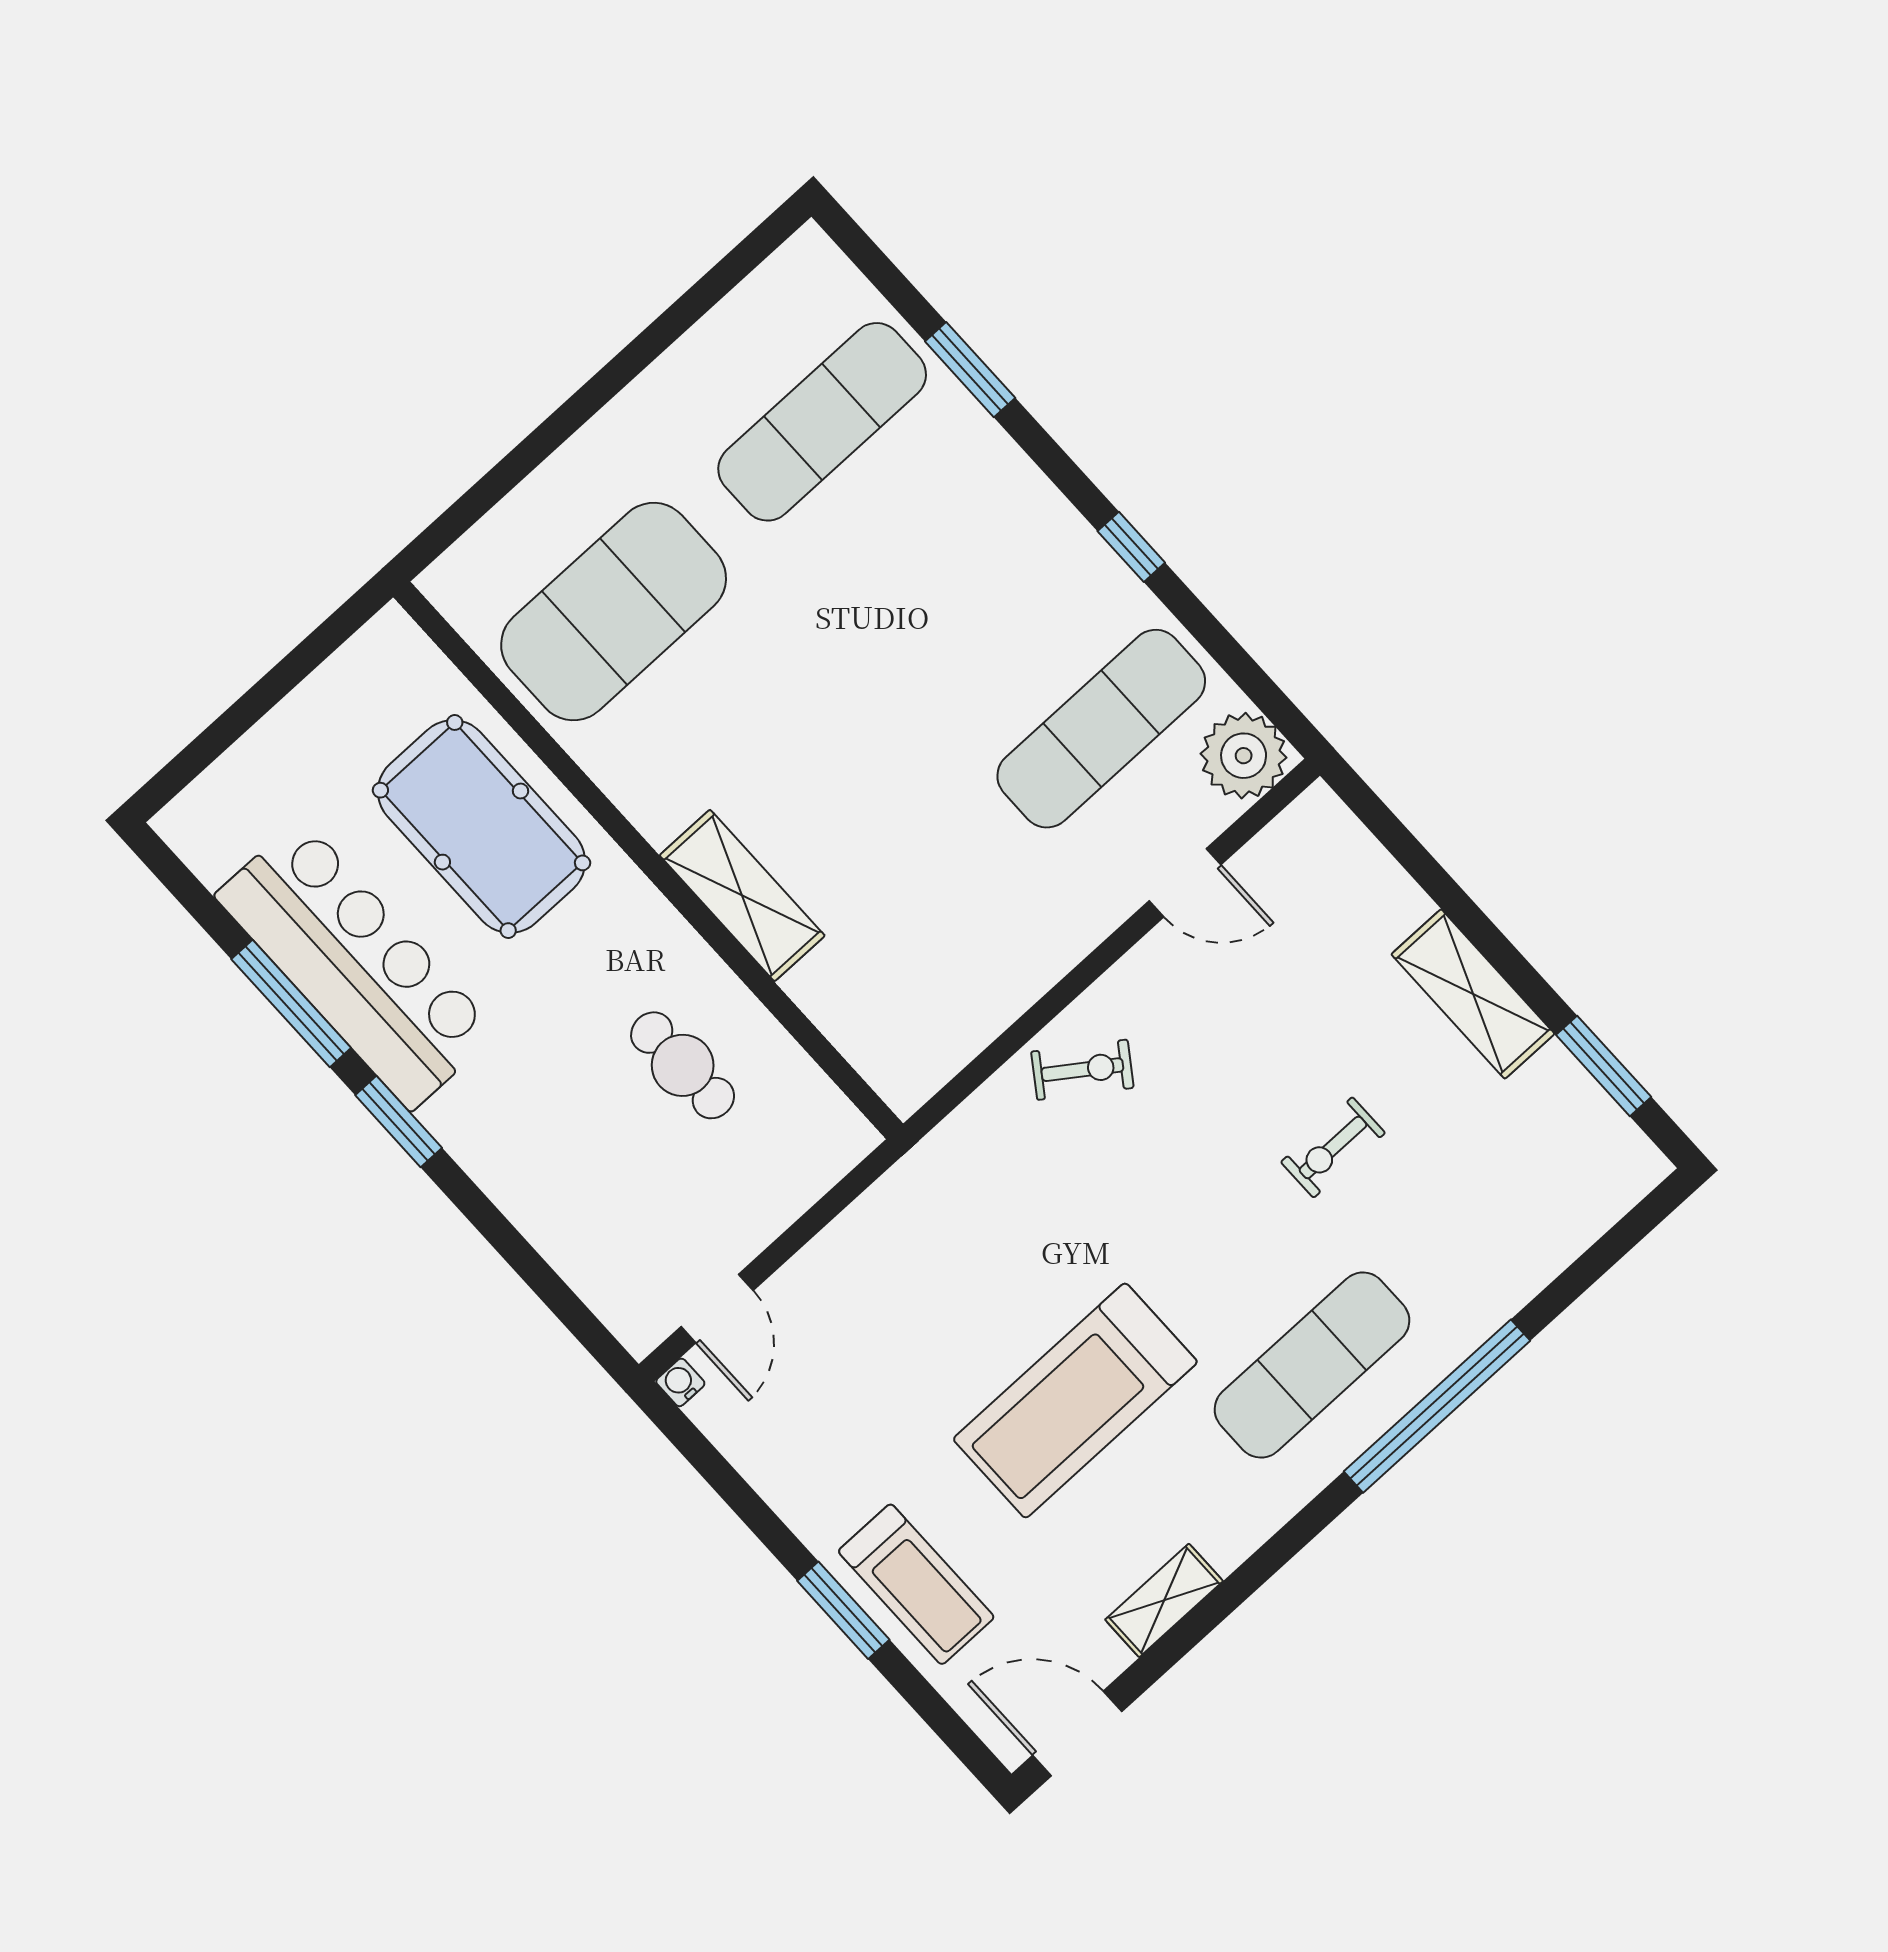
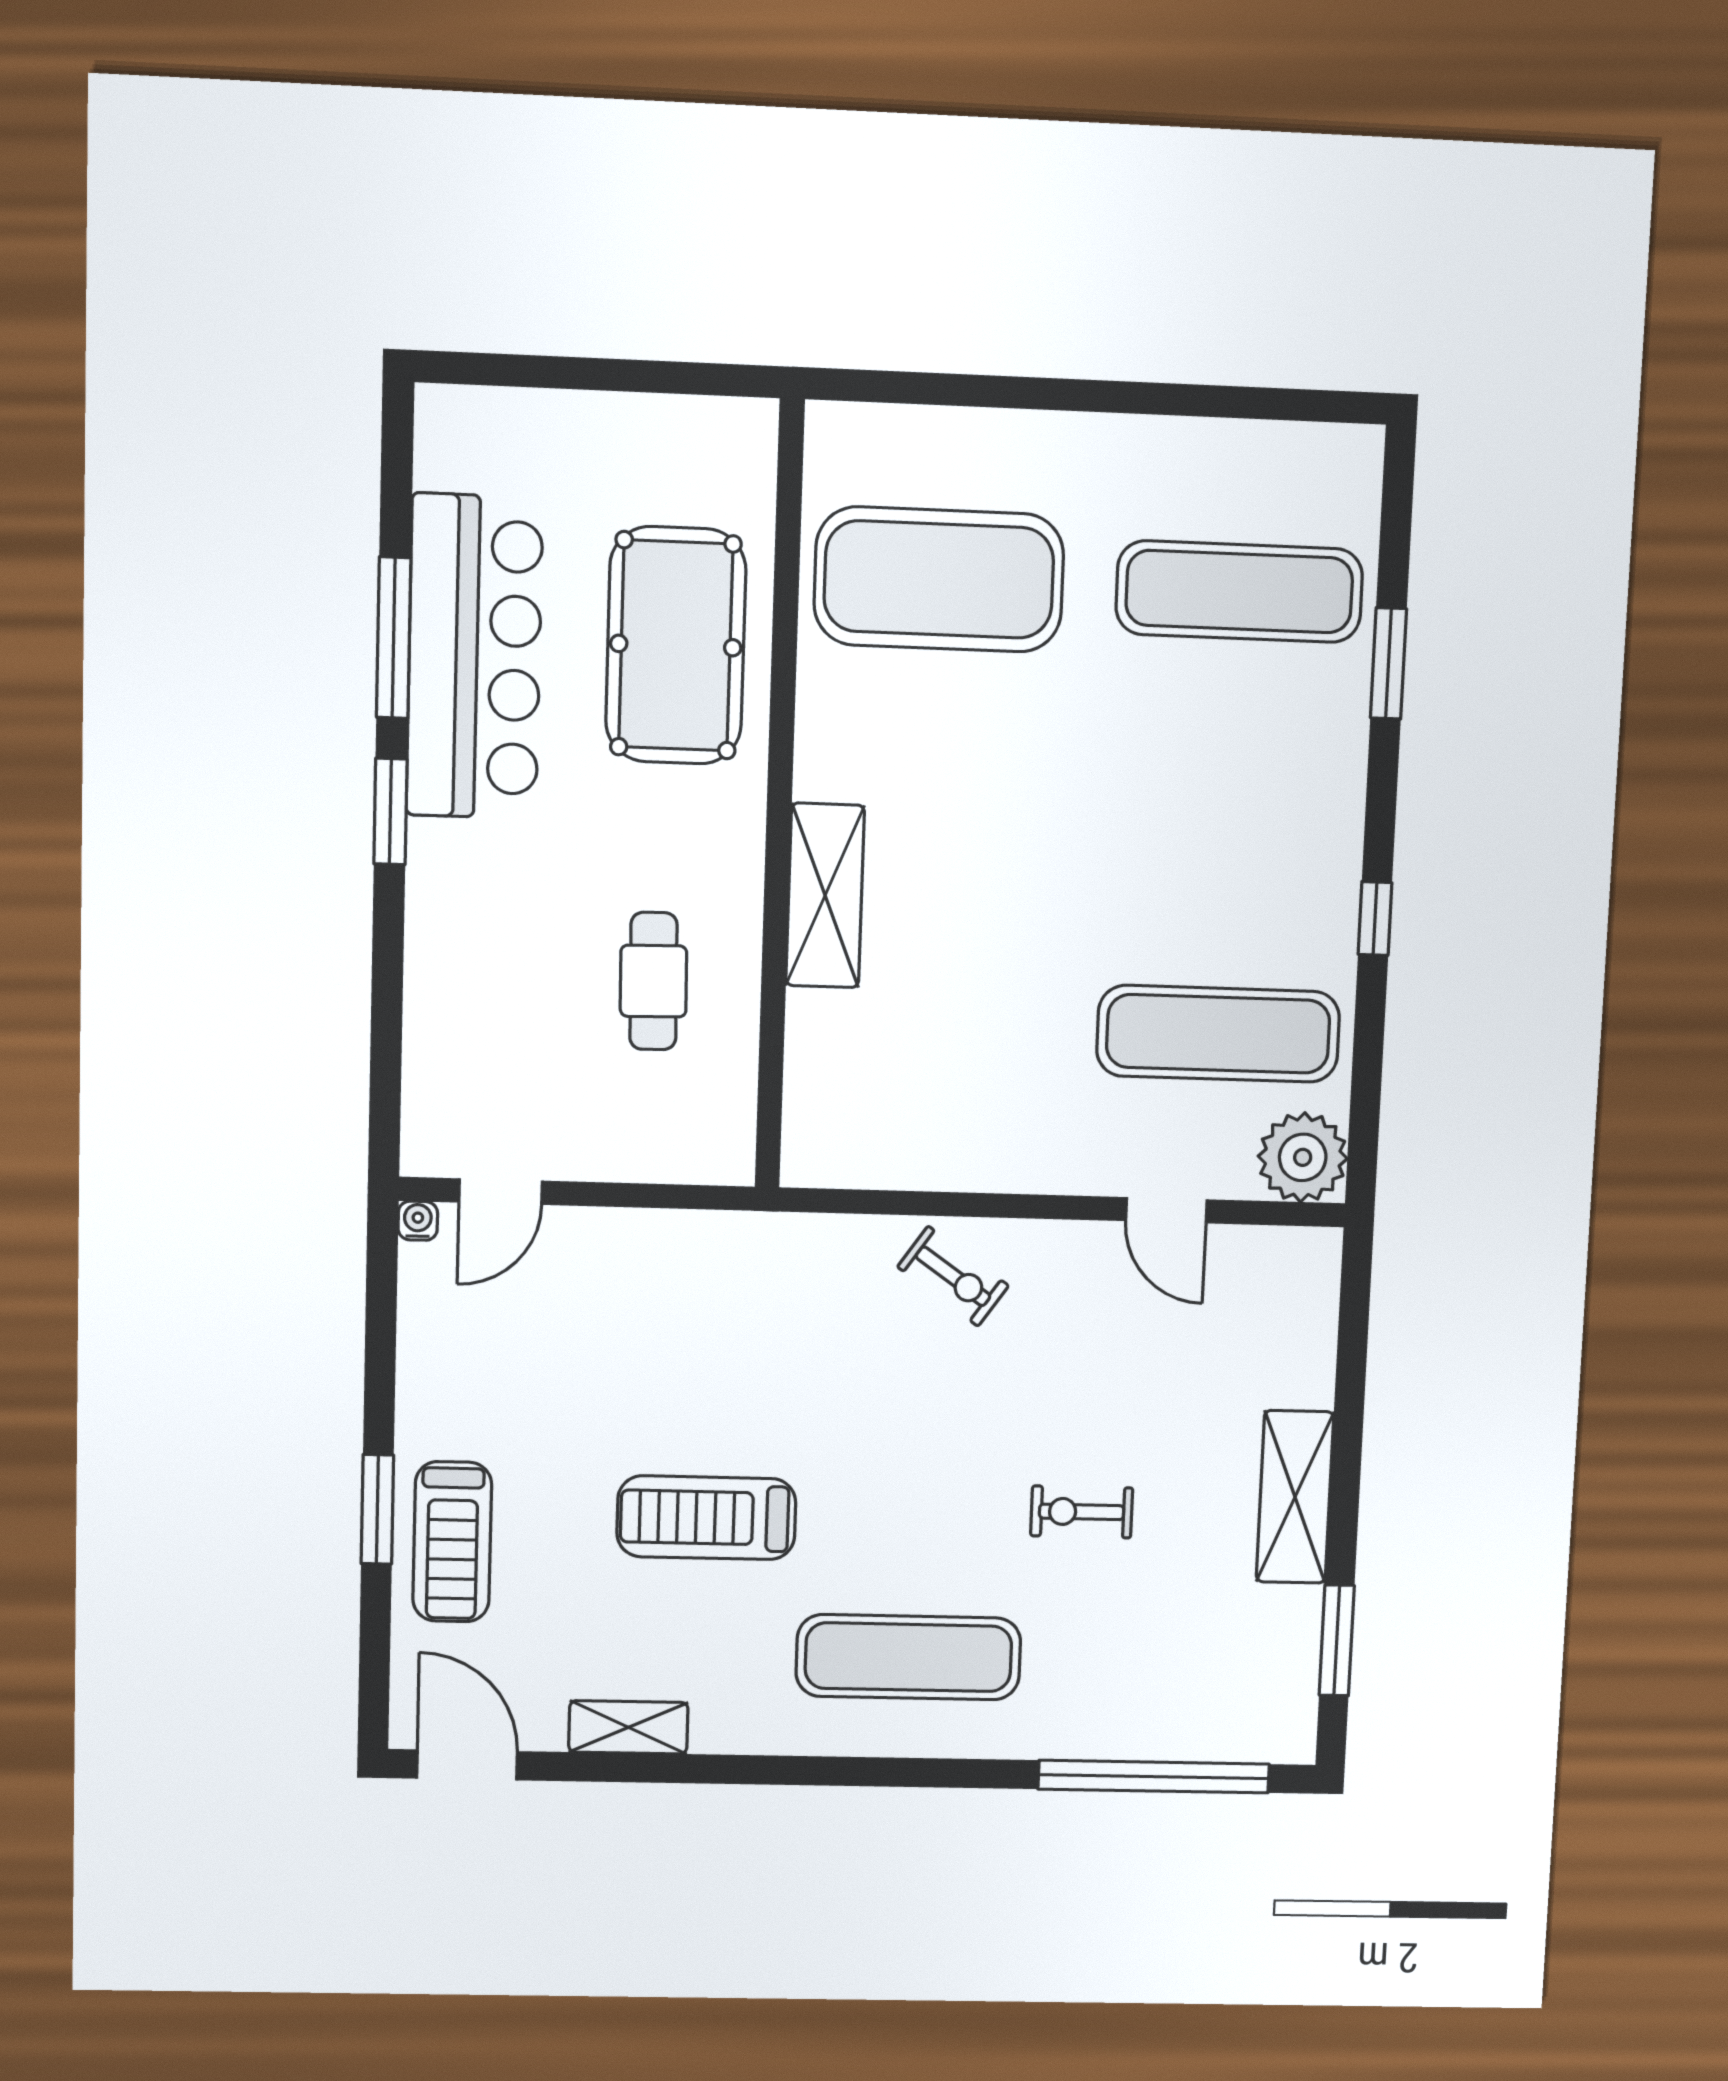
treadmill: (1075, 1401) -> (706, 1518), width x0.73, depth x0.73
window: (1437, 1406) -> (1154, 1777), moved

